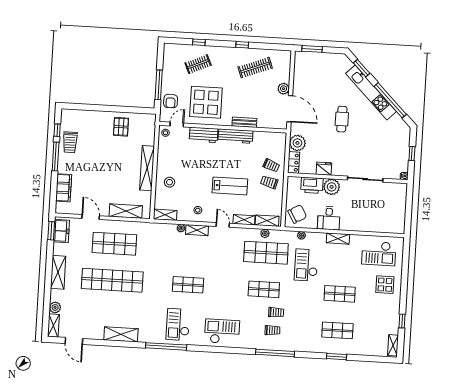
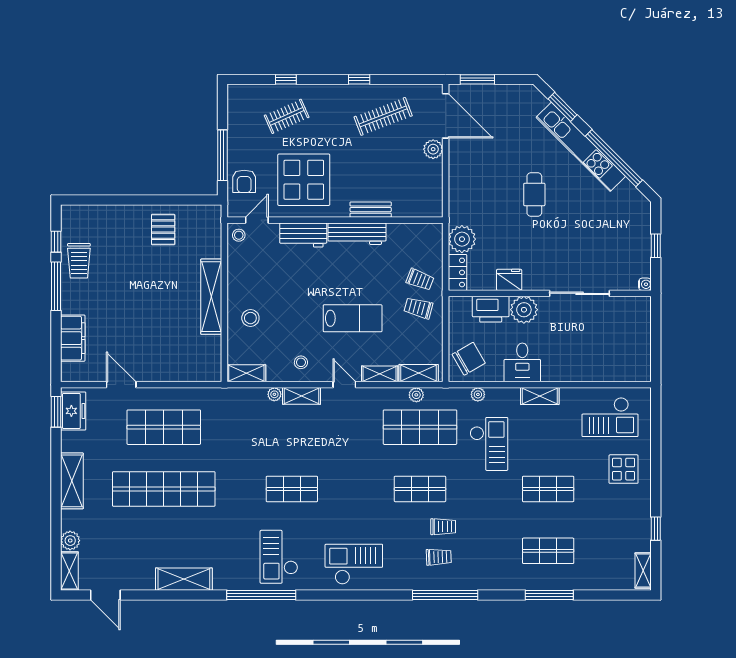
door: (290, 109) -> (446, 116), moved
shelving: (126, 211) -> (180, 371), removed
checkout: (306, 265) -> (489, 444), turned 180
window: (337, 357) -> (549, 595), width x1.44

